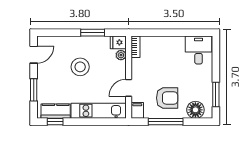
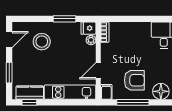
stool: (80, 67) -> (42, 42), moved

